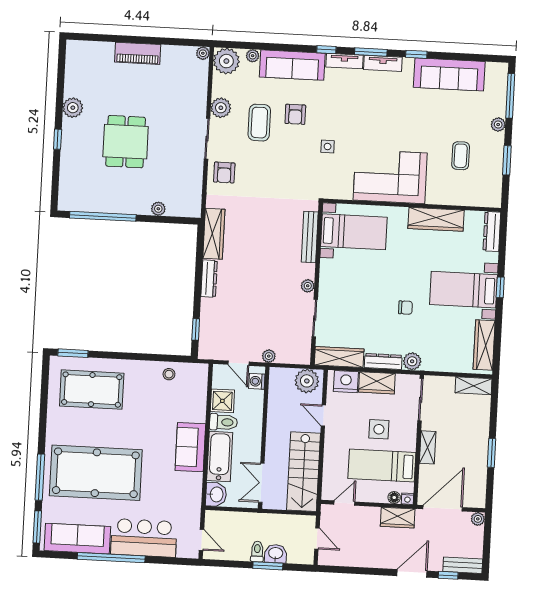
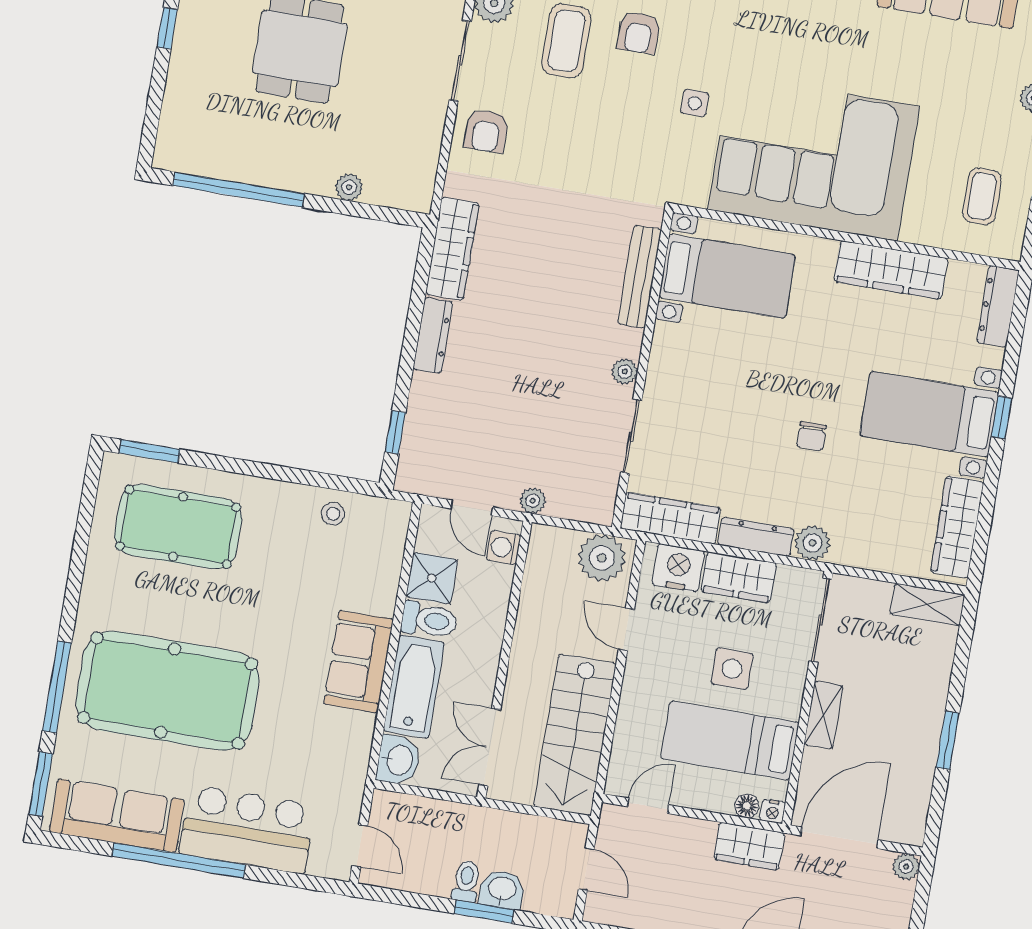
coffee table: (461, 156) -> (982, 196), moved
corner sofa: (390, 177) -> (814, 158), width x1.36, depth x1.36
chair: (405, 308) -> (811, 436), turned 90

